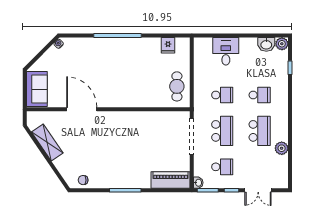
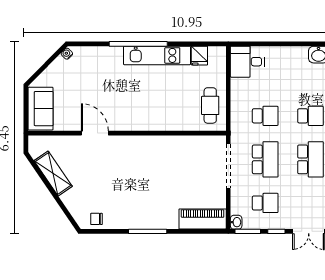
kitchen unit: (133, 45) -> (157, 55), added
desk: (226, 51) -> (247, 62), moved, turned -90
door: (82, 109) -> (95, 133), width x0.73

